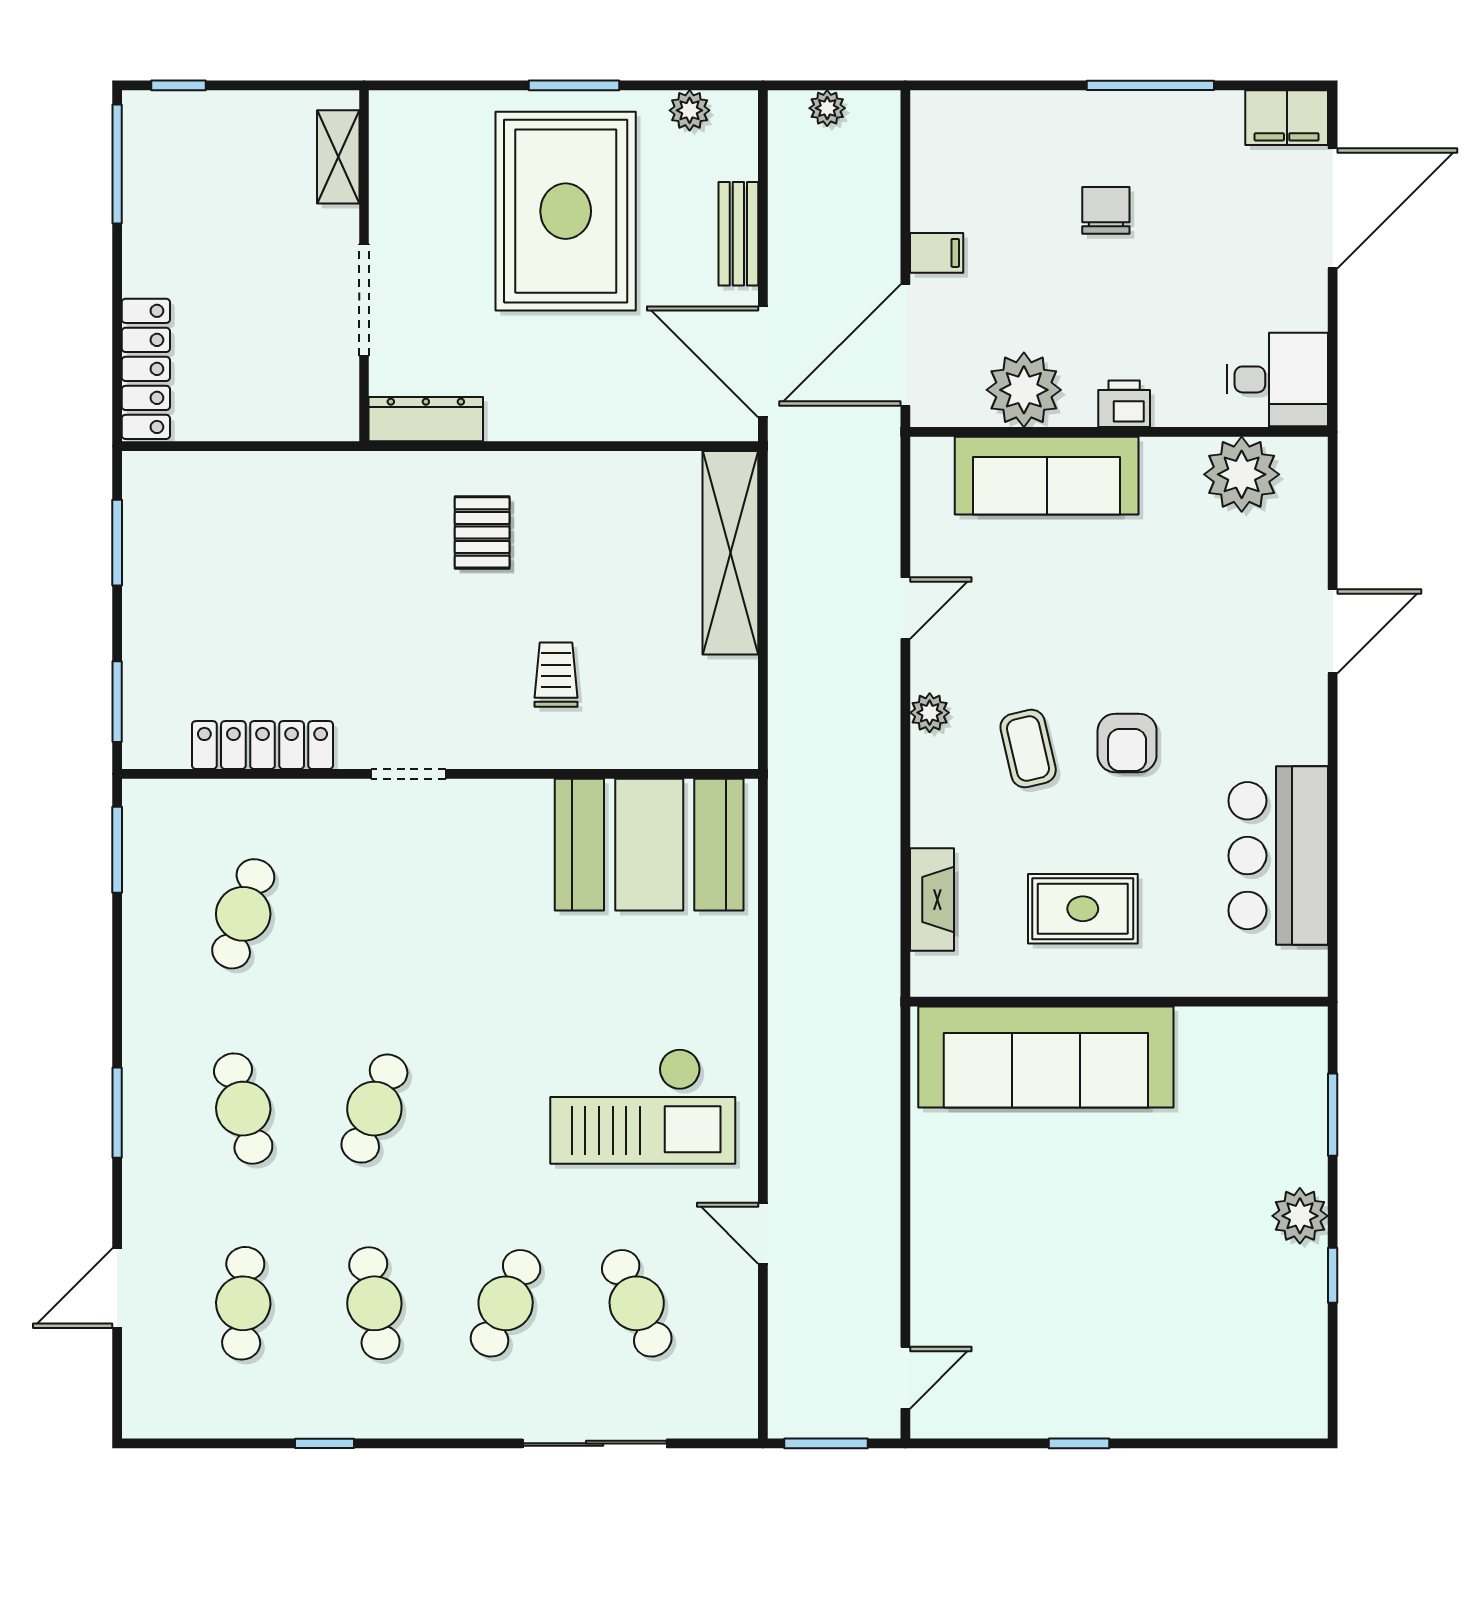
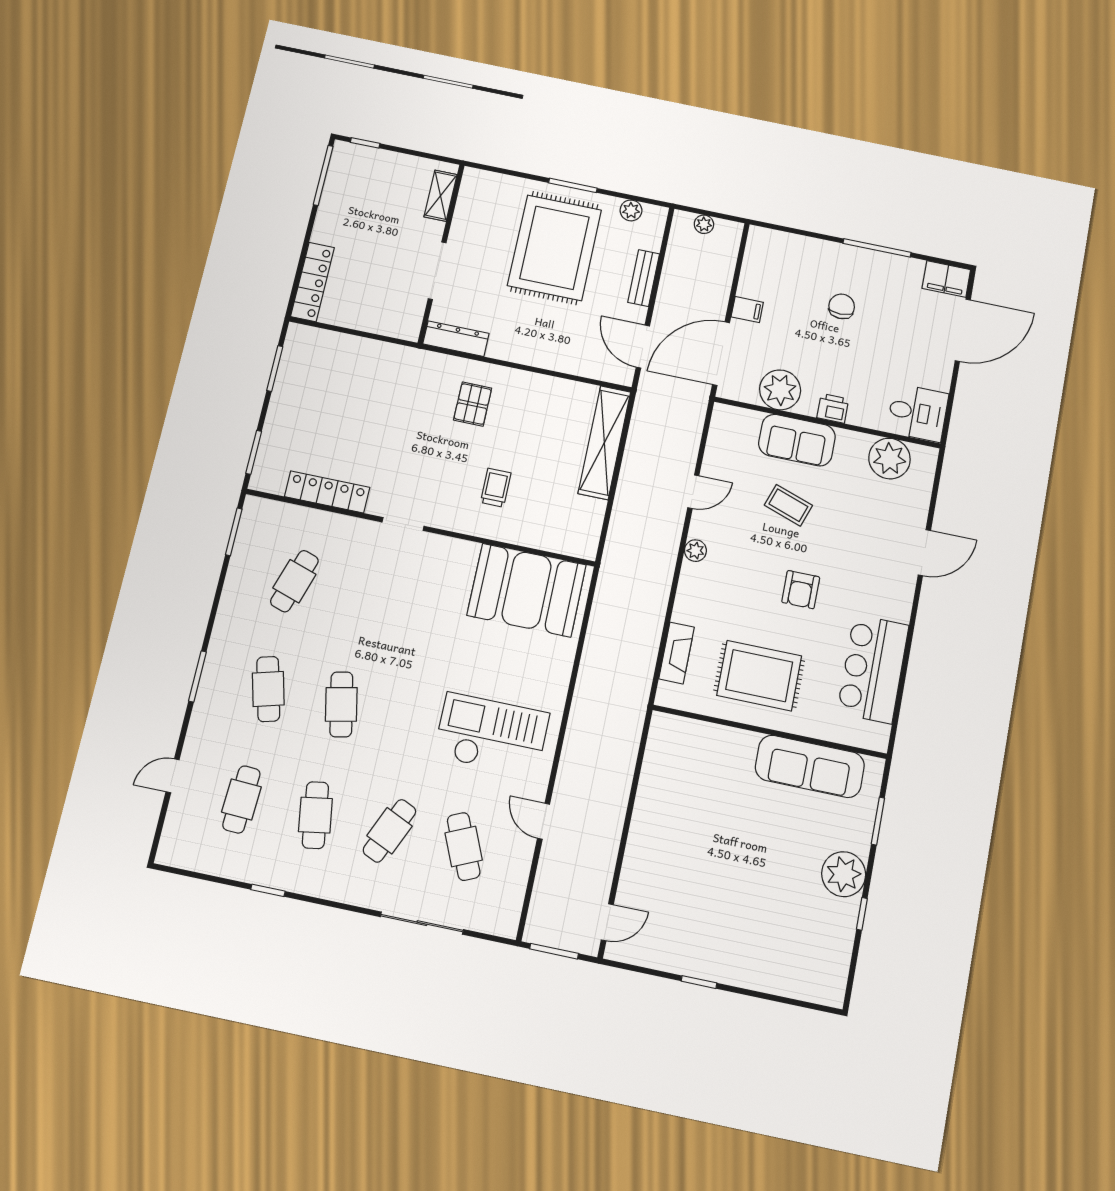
door: (763, 362) -> (643, 346), width x0.73
sofa: (1047, 476) -> (797, 440), width x0.73
coffee table: (1028, 749) -> (788, 505), moved, turned -58
rug: (1083, 909) -> (759, 676), width x1.36, depth x1.43
sofa: (1046, 1057) -> (810, 766), moved, width x0.74, depth x0.79
checkout: (643, 1106) -> (492, 735), turned 180
cafe table: (374, 1109) -> (341, 704), turned -33
plant: (1300, 1216) -> (844, 874), width x1.36, depth x1.36
door: (117, 1288) -> (173, 776), width x0.73

